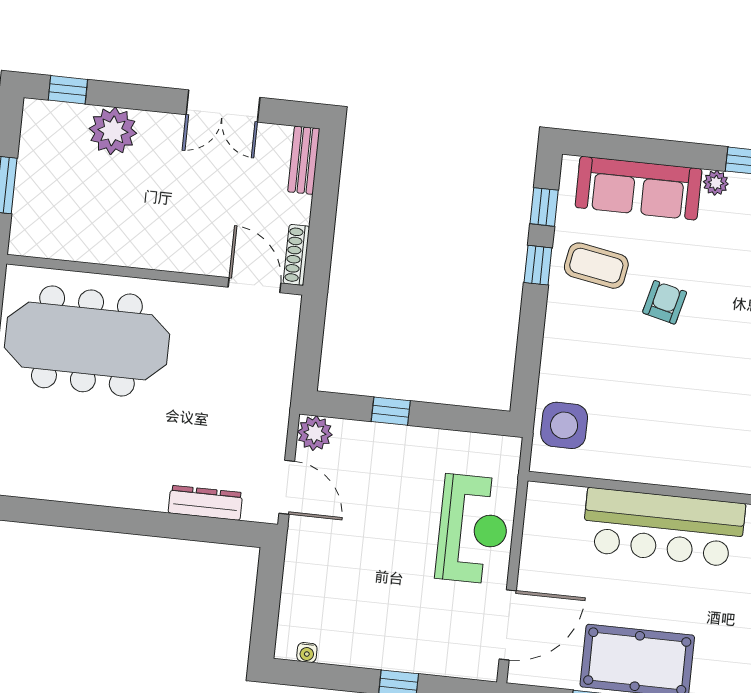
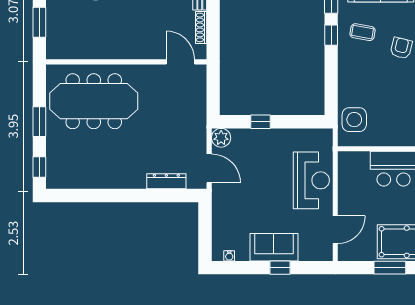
shoe rack: (296, 255) -> (201, 27), moved
coffee table: (596, 266) -> (362, 32), width x0.73, depth x0.77
door: (508, 625) -> (335, 230), width x0.73
sofa: (391, 645) -> (274, 247), added

